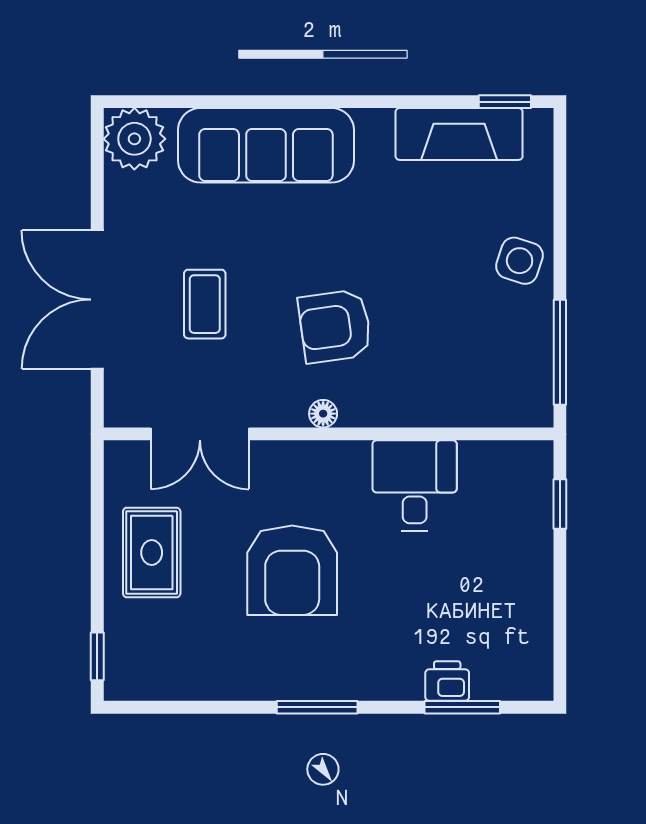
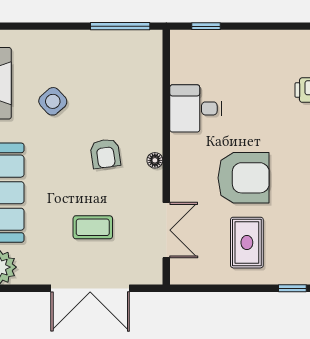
side table: (520, 261) -> (53, 101), moved, turned 30
armchair: (335, 326) -> (105, 154), width x0.72, depth x0.72
rug: (152, 553) -> (247, 243), moved, turned 90

